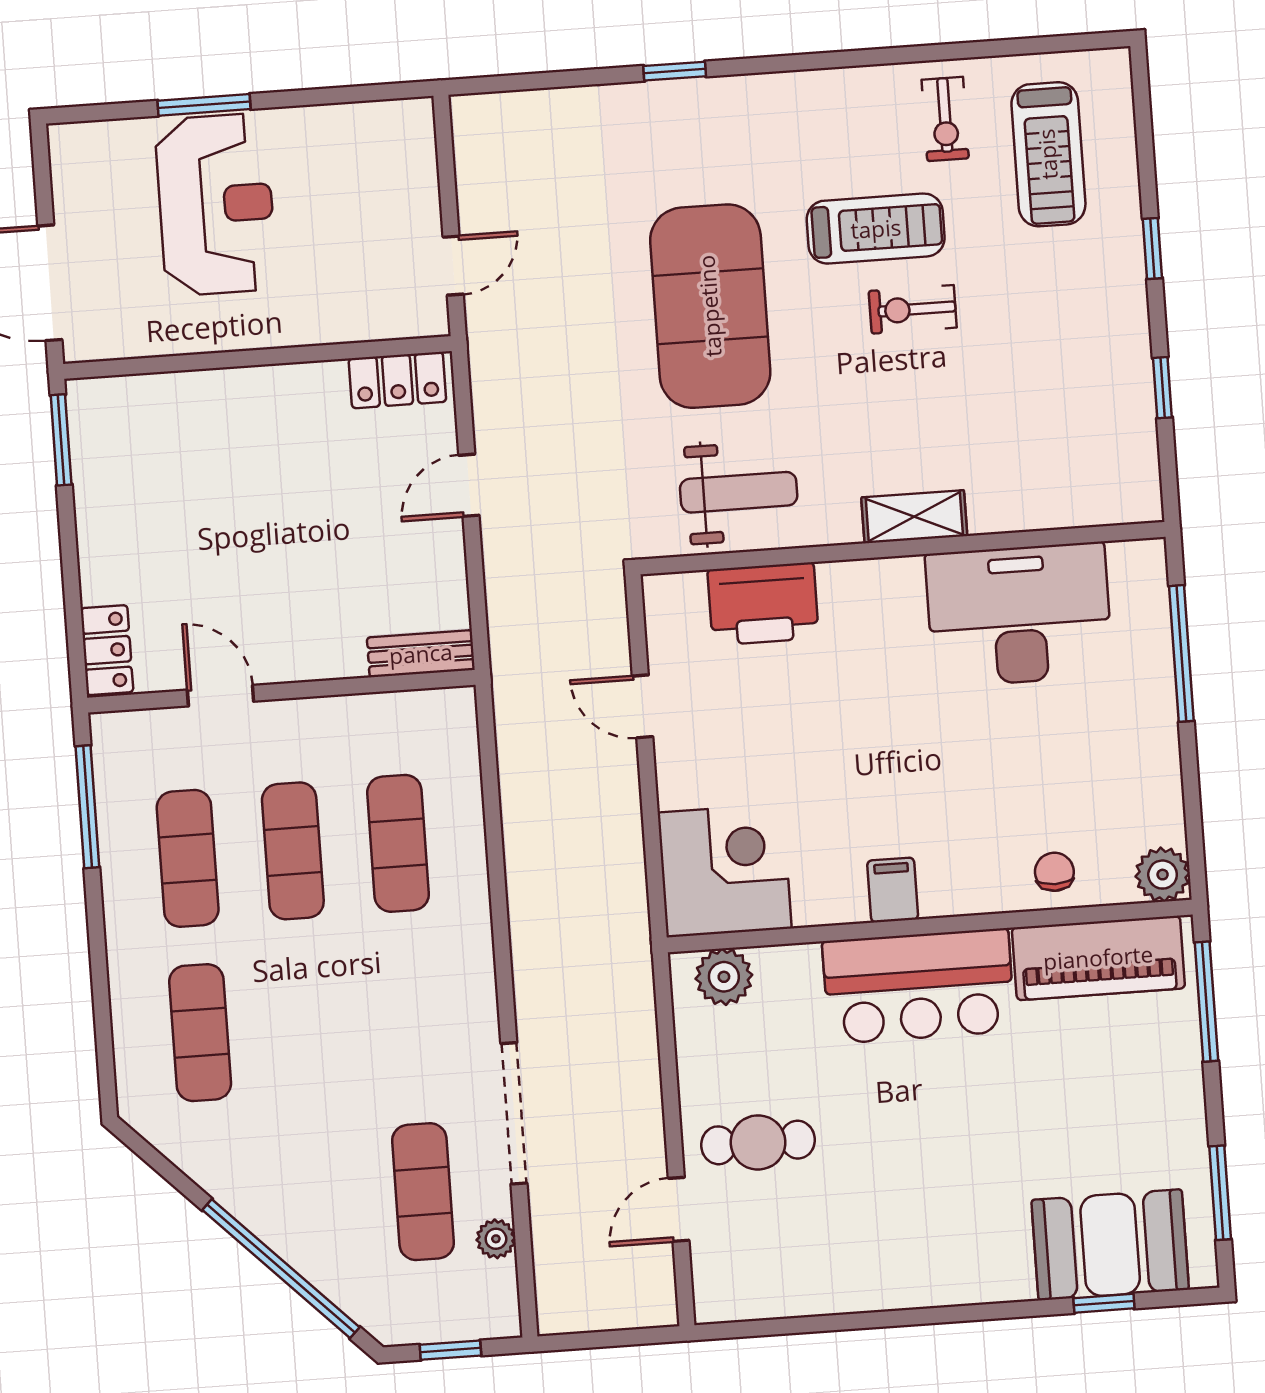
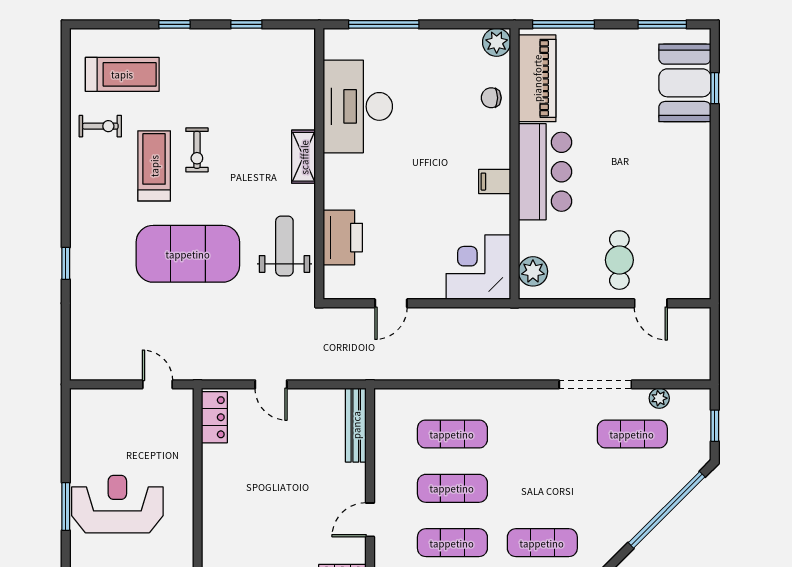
bench: (421, 654) -> (356, 425), width x1.36

